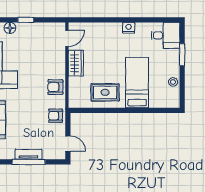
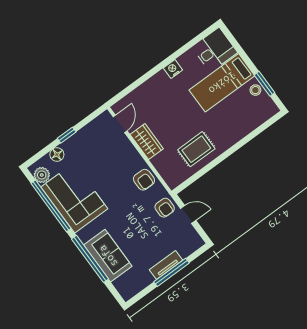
window: (182, 55) -> (265, 84), moved
bed: (137, 83) -> (222, 83), moved, turned -90
armchair: (55, 87) -> (144, 180), turned -90
armchair: (56, 116) -> (165, 208), turned -90
door: (68, 144) -> (188, 214), moved

